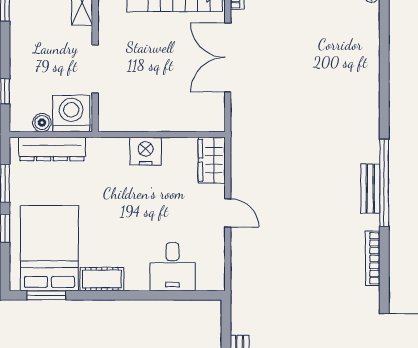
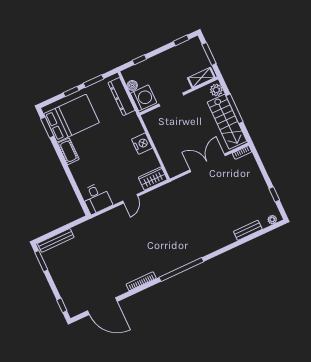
bench: (370, 189) -> (248, 230), moved
desk: (173, 267) -> (96, 198), moved, turned -90

